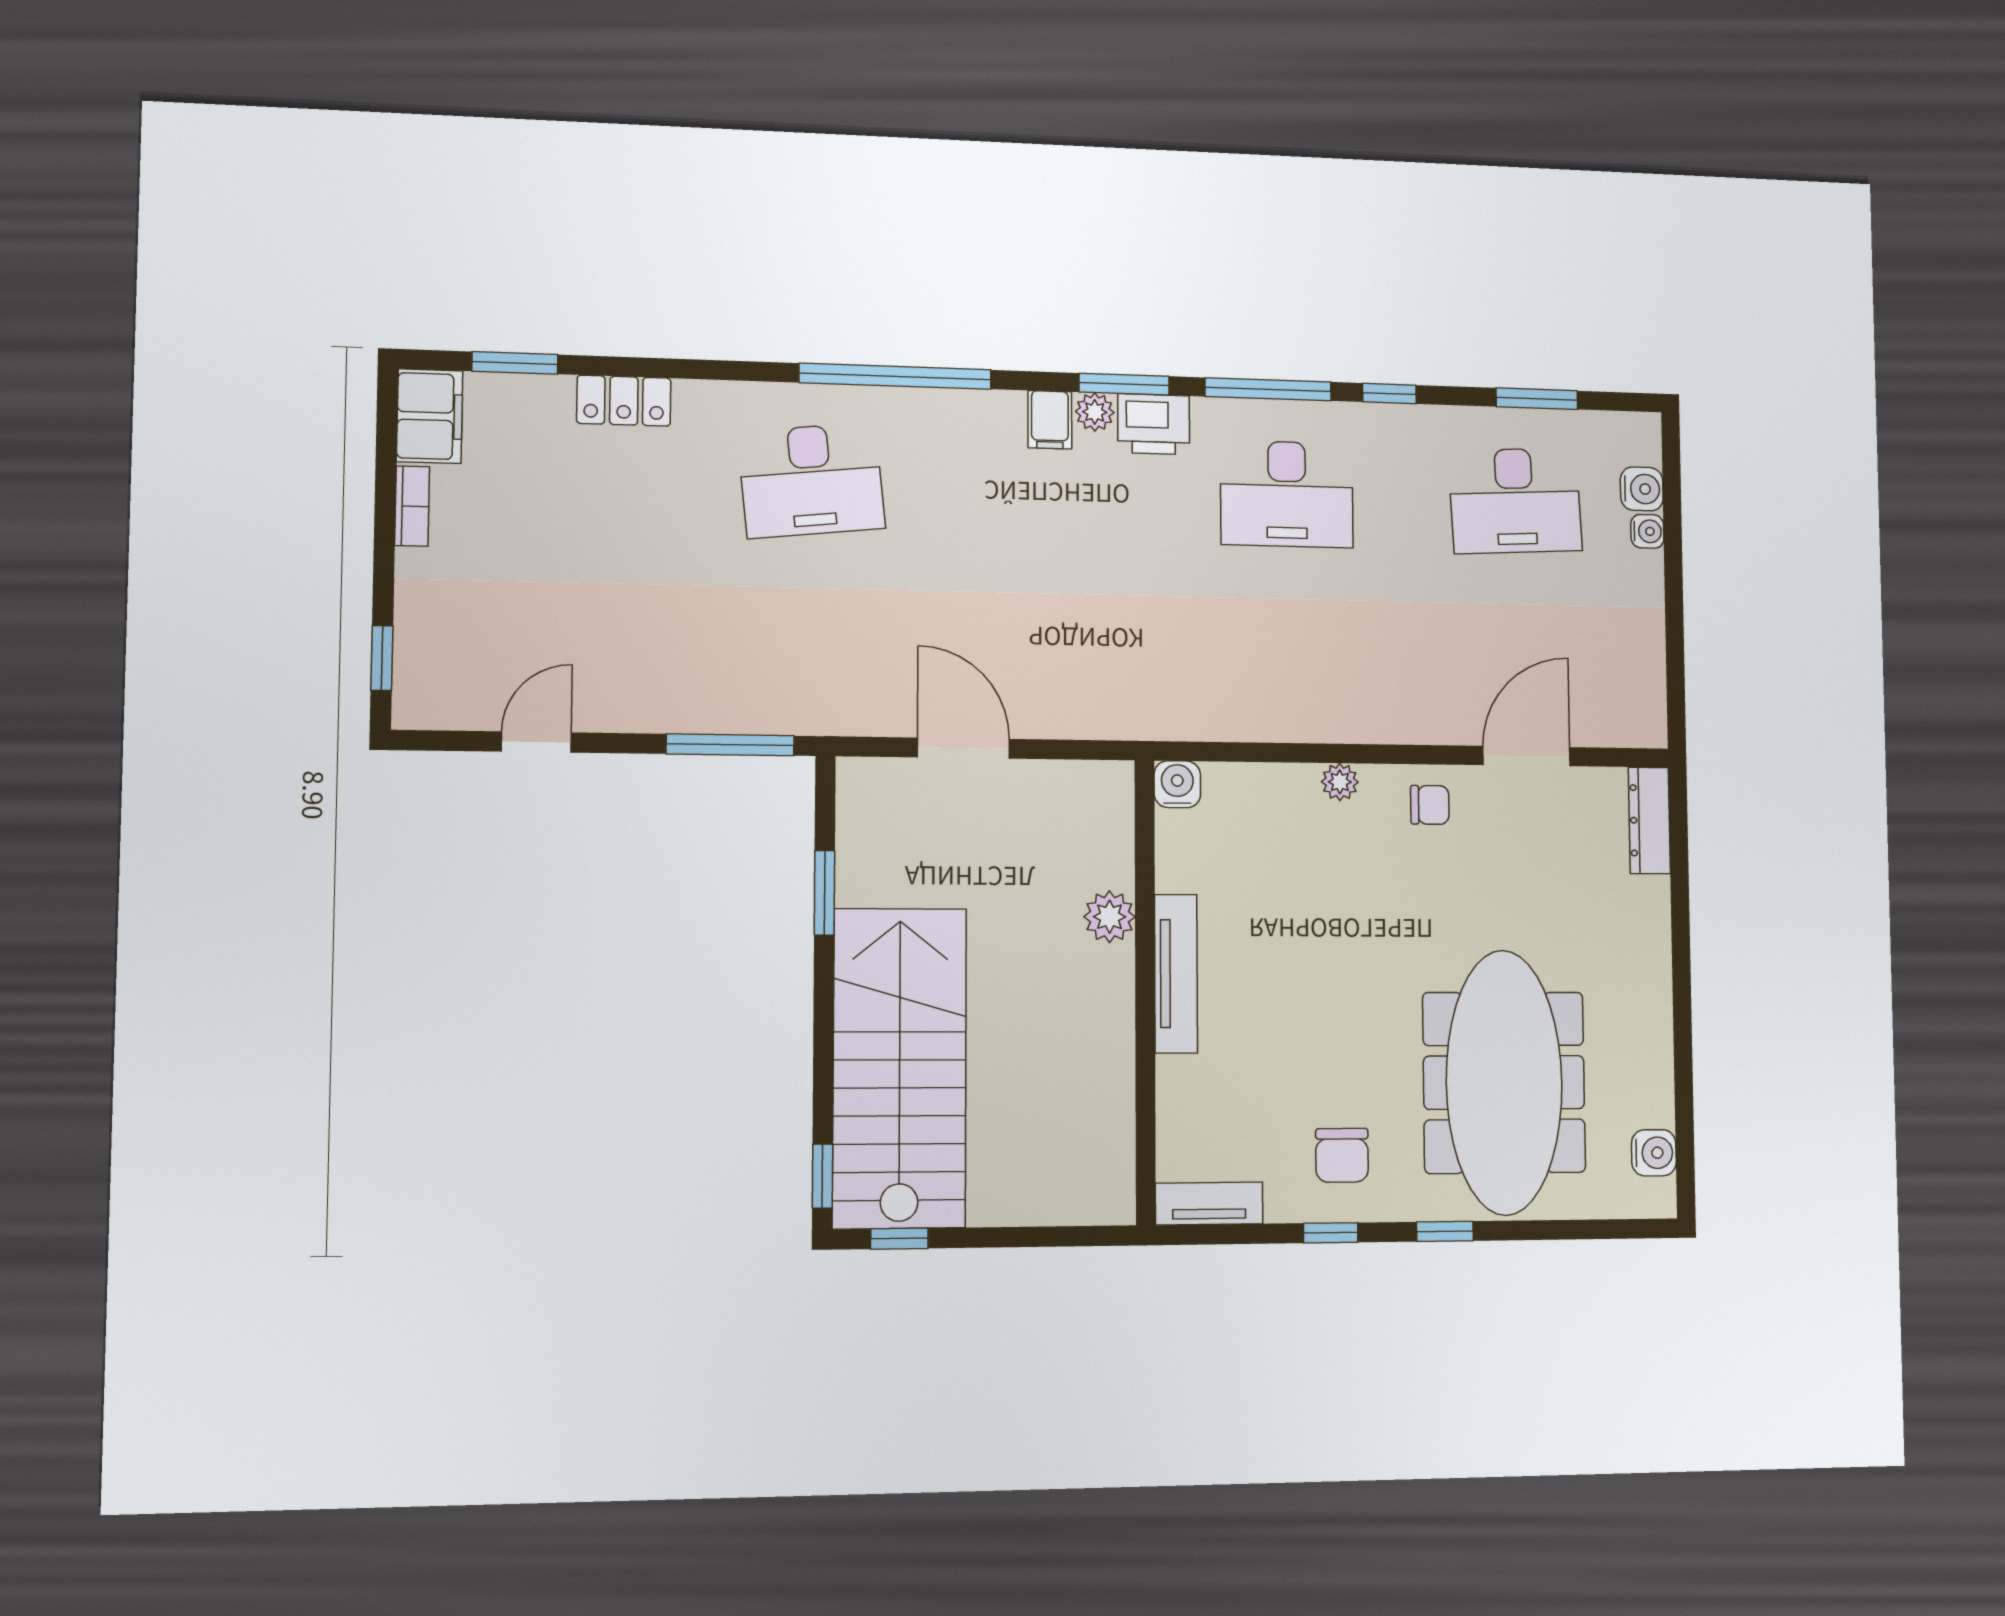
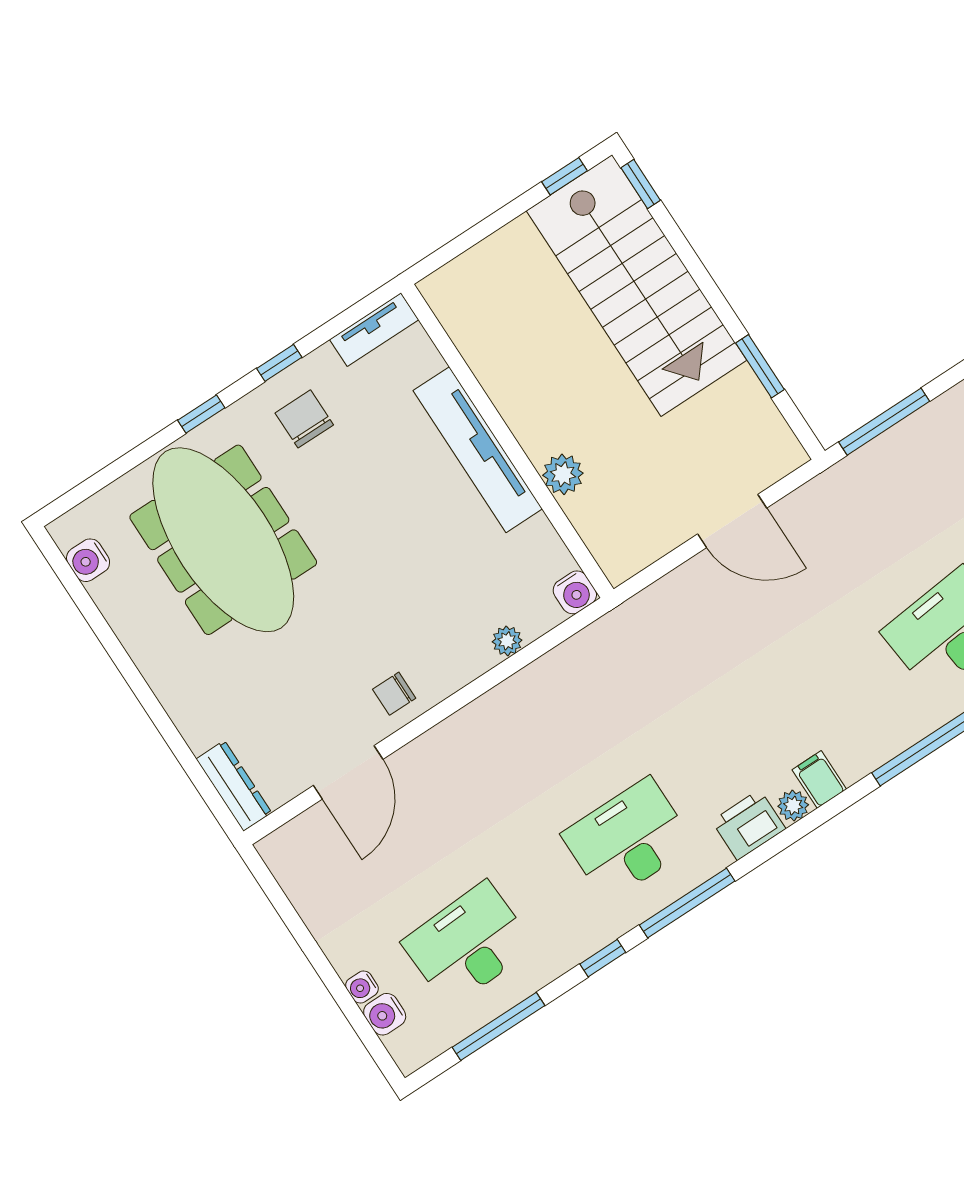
window: (1124, 384) -> (786, 838), removed
window: (1537, 399) -> (498, 1026), width x1.44
plant: (1340, 782) -> (507, 641), moved
tv unit: (1176, 974) -> (478, 450), width x1.36, depth x1.29

